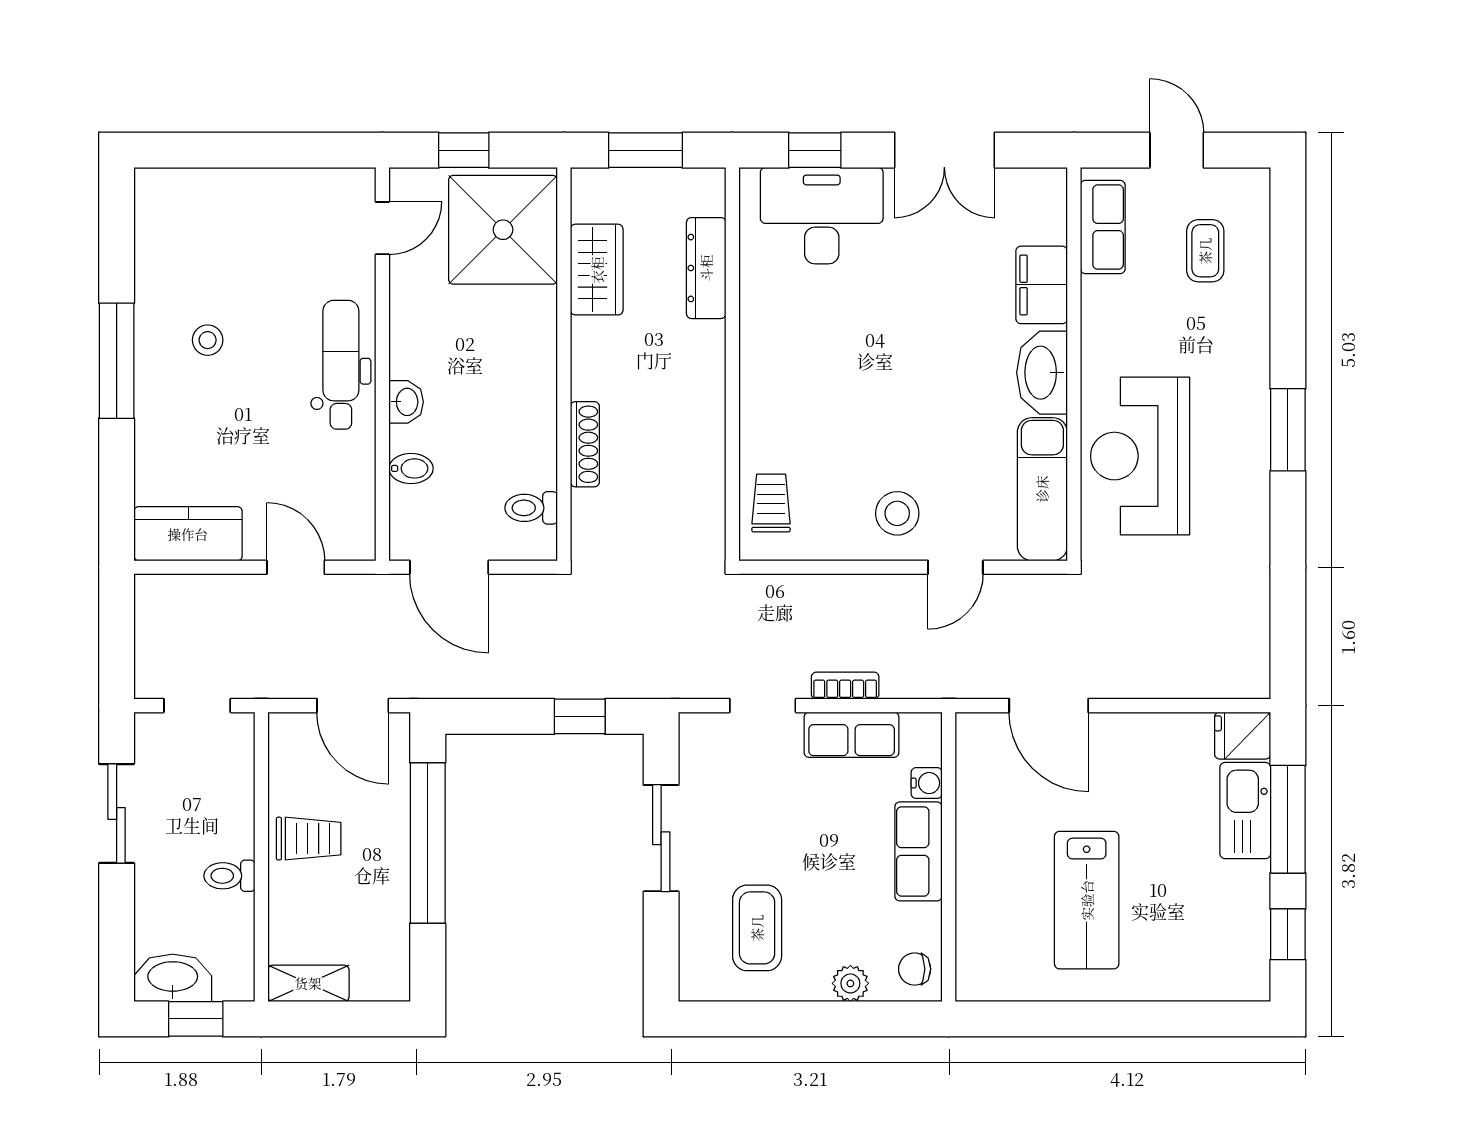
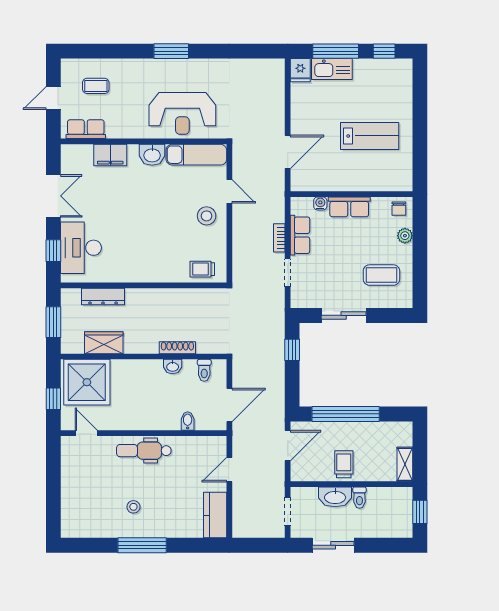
washbasin: (1042, 373) -> (152, 155), width x0.72
washbasin: (406, 402) -> (173, 367), moved, turned 180
washbasin: (173, 978) -> (335, 497), moved, turned -90

